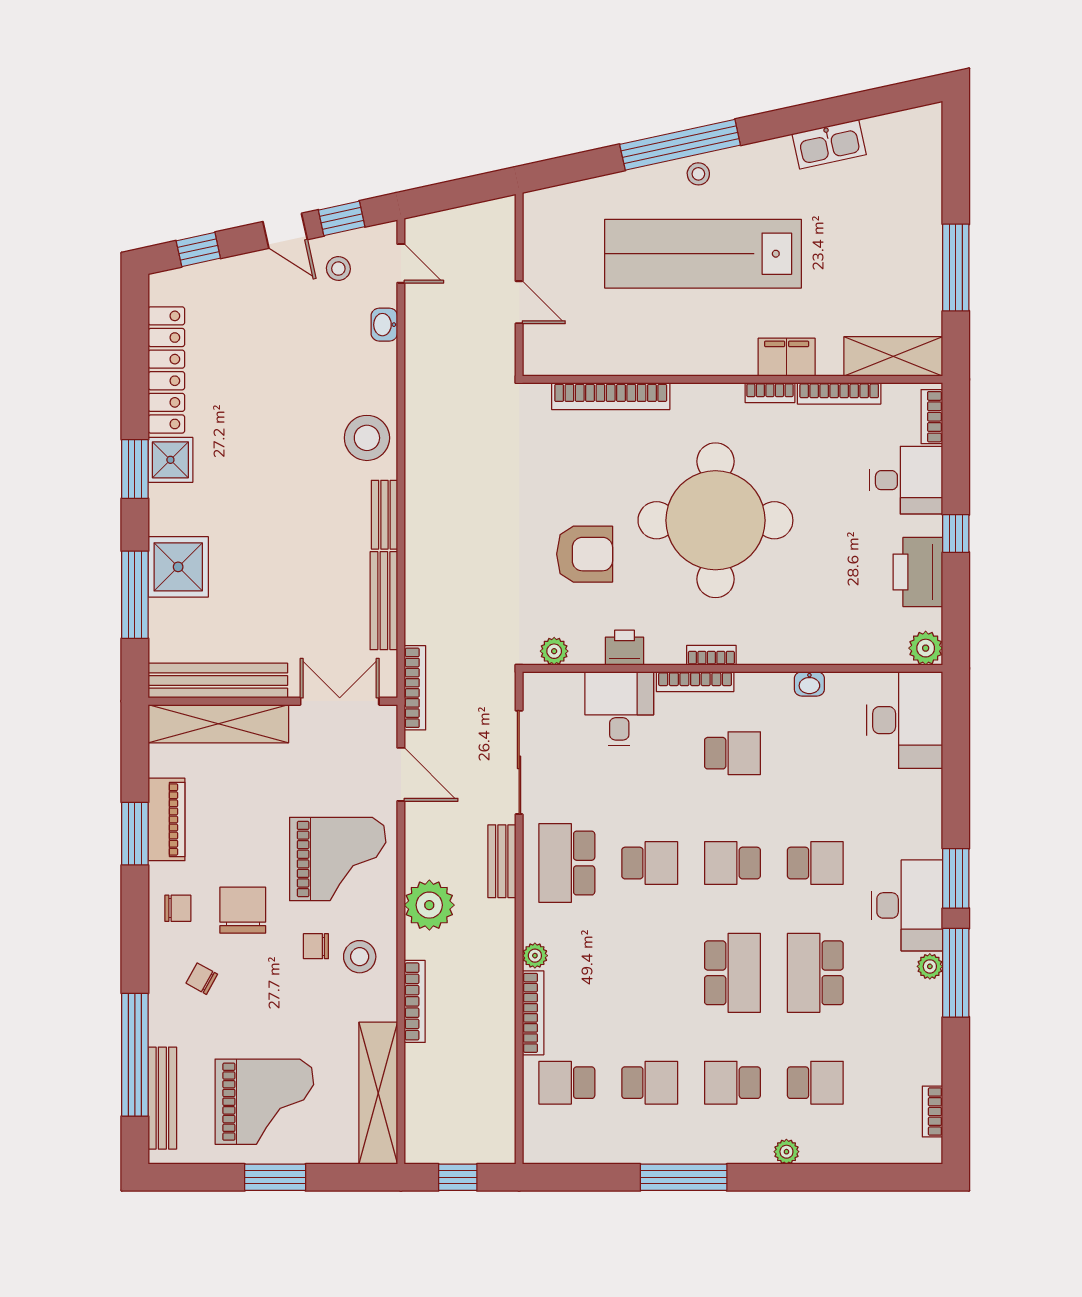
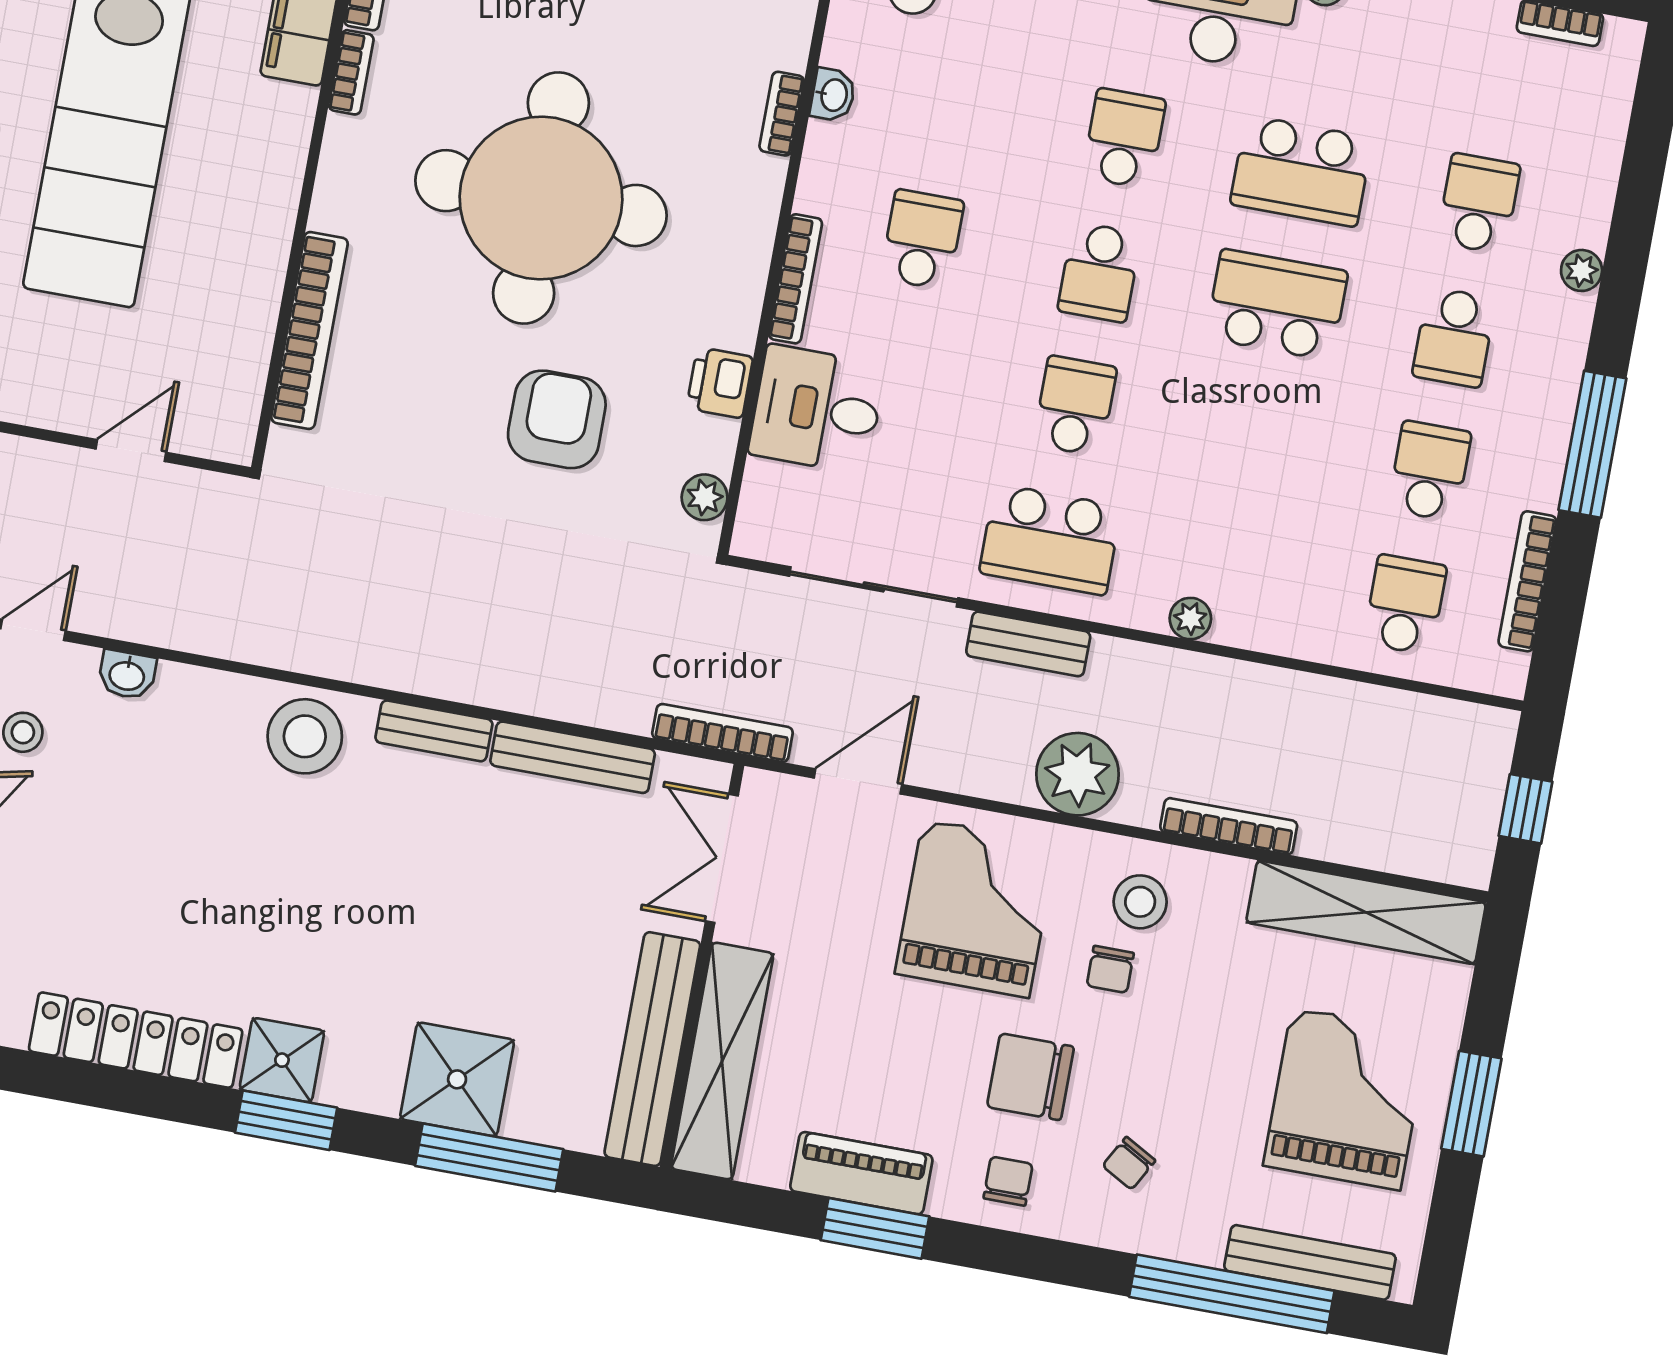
bookcase: (711, 655) -> (782, 114), moved
bookcase: (533, 1013) -> (1527, 581), moved, turned -90
school desk: (567, 1083) -> (1405, 605), turned 180

